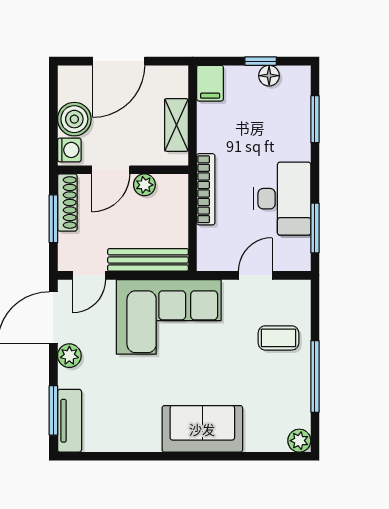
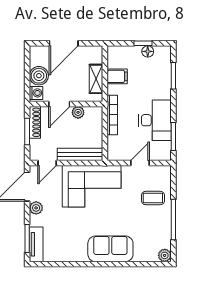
filing cabinet: (210, 83) -> (117, 76), moved, turned -90

